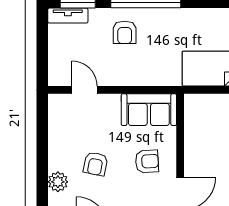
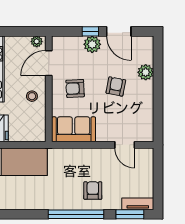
stool: (201, 152) -> (32, 96), added

